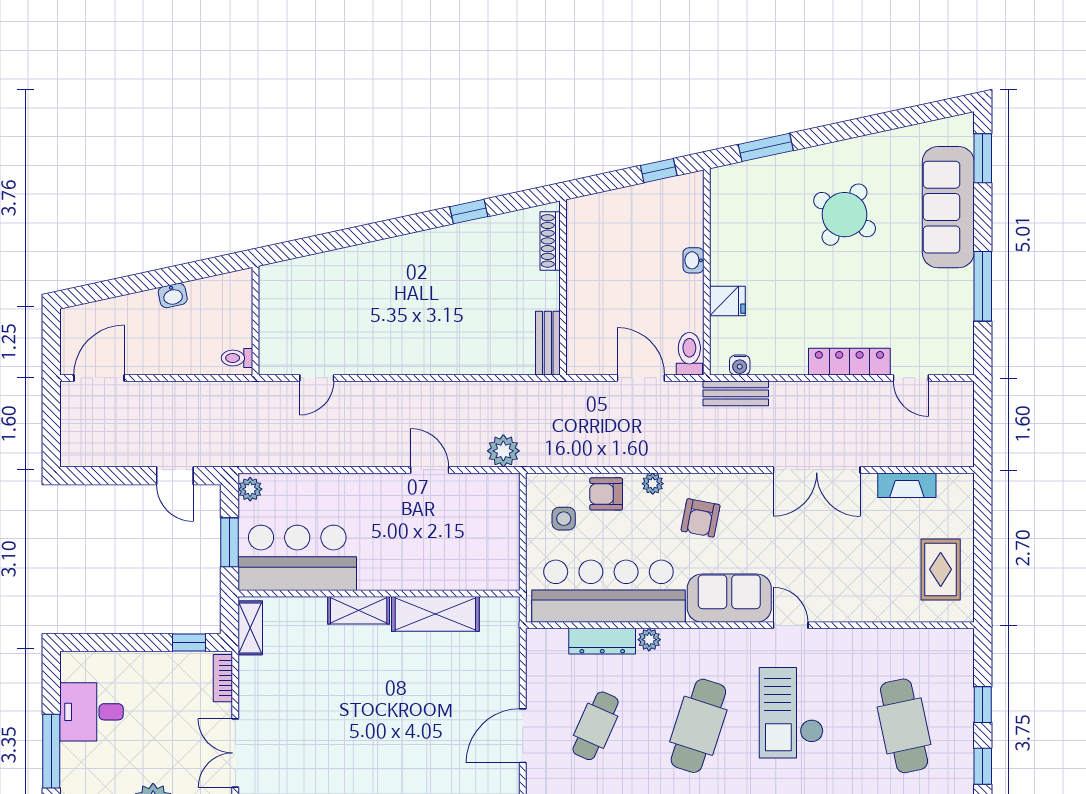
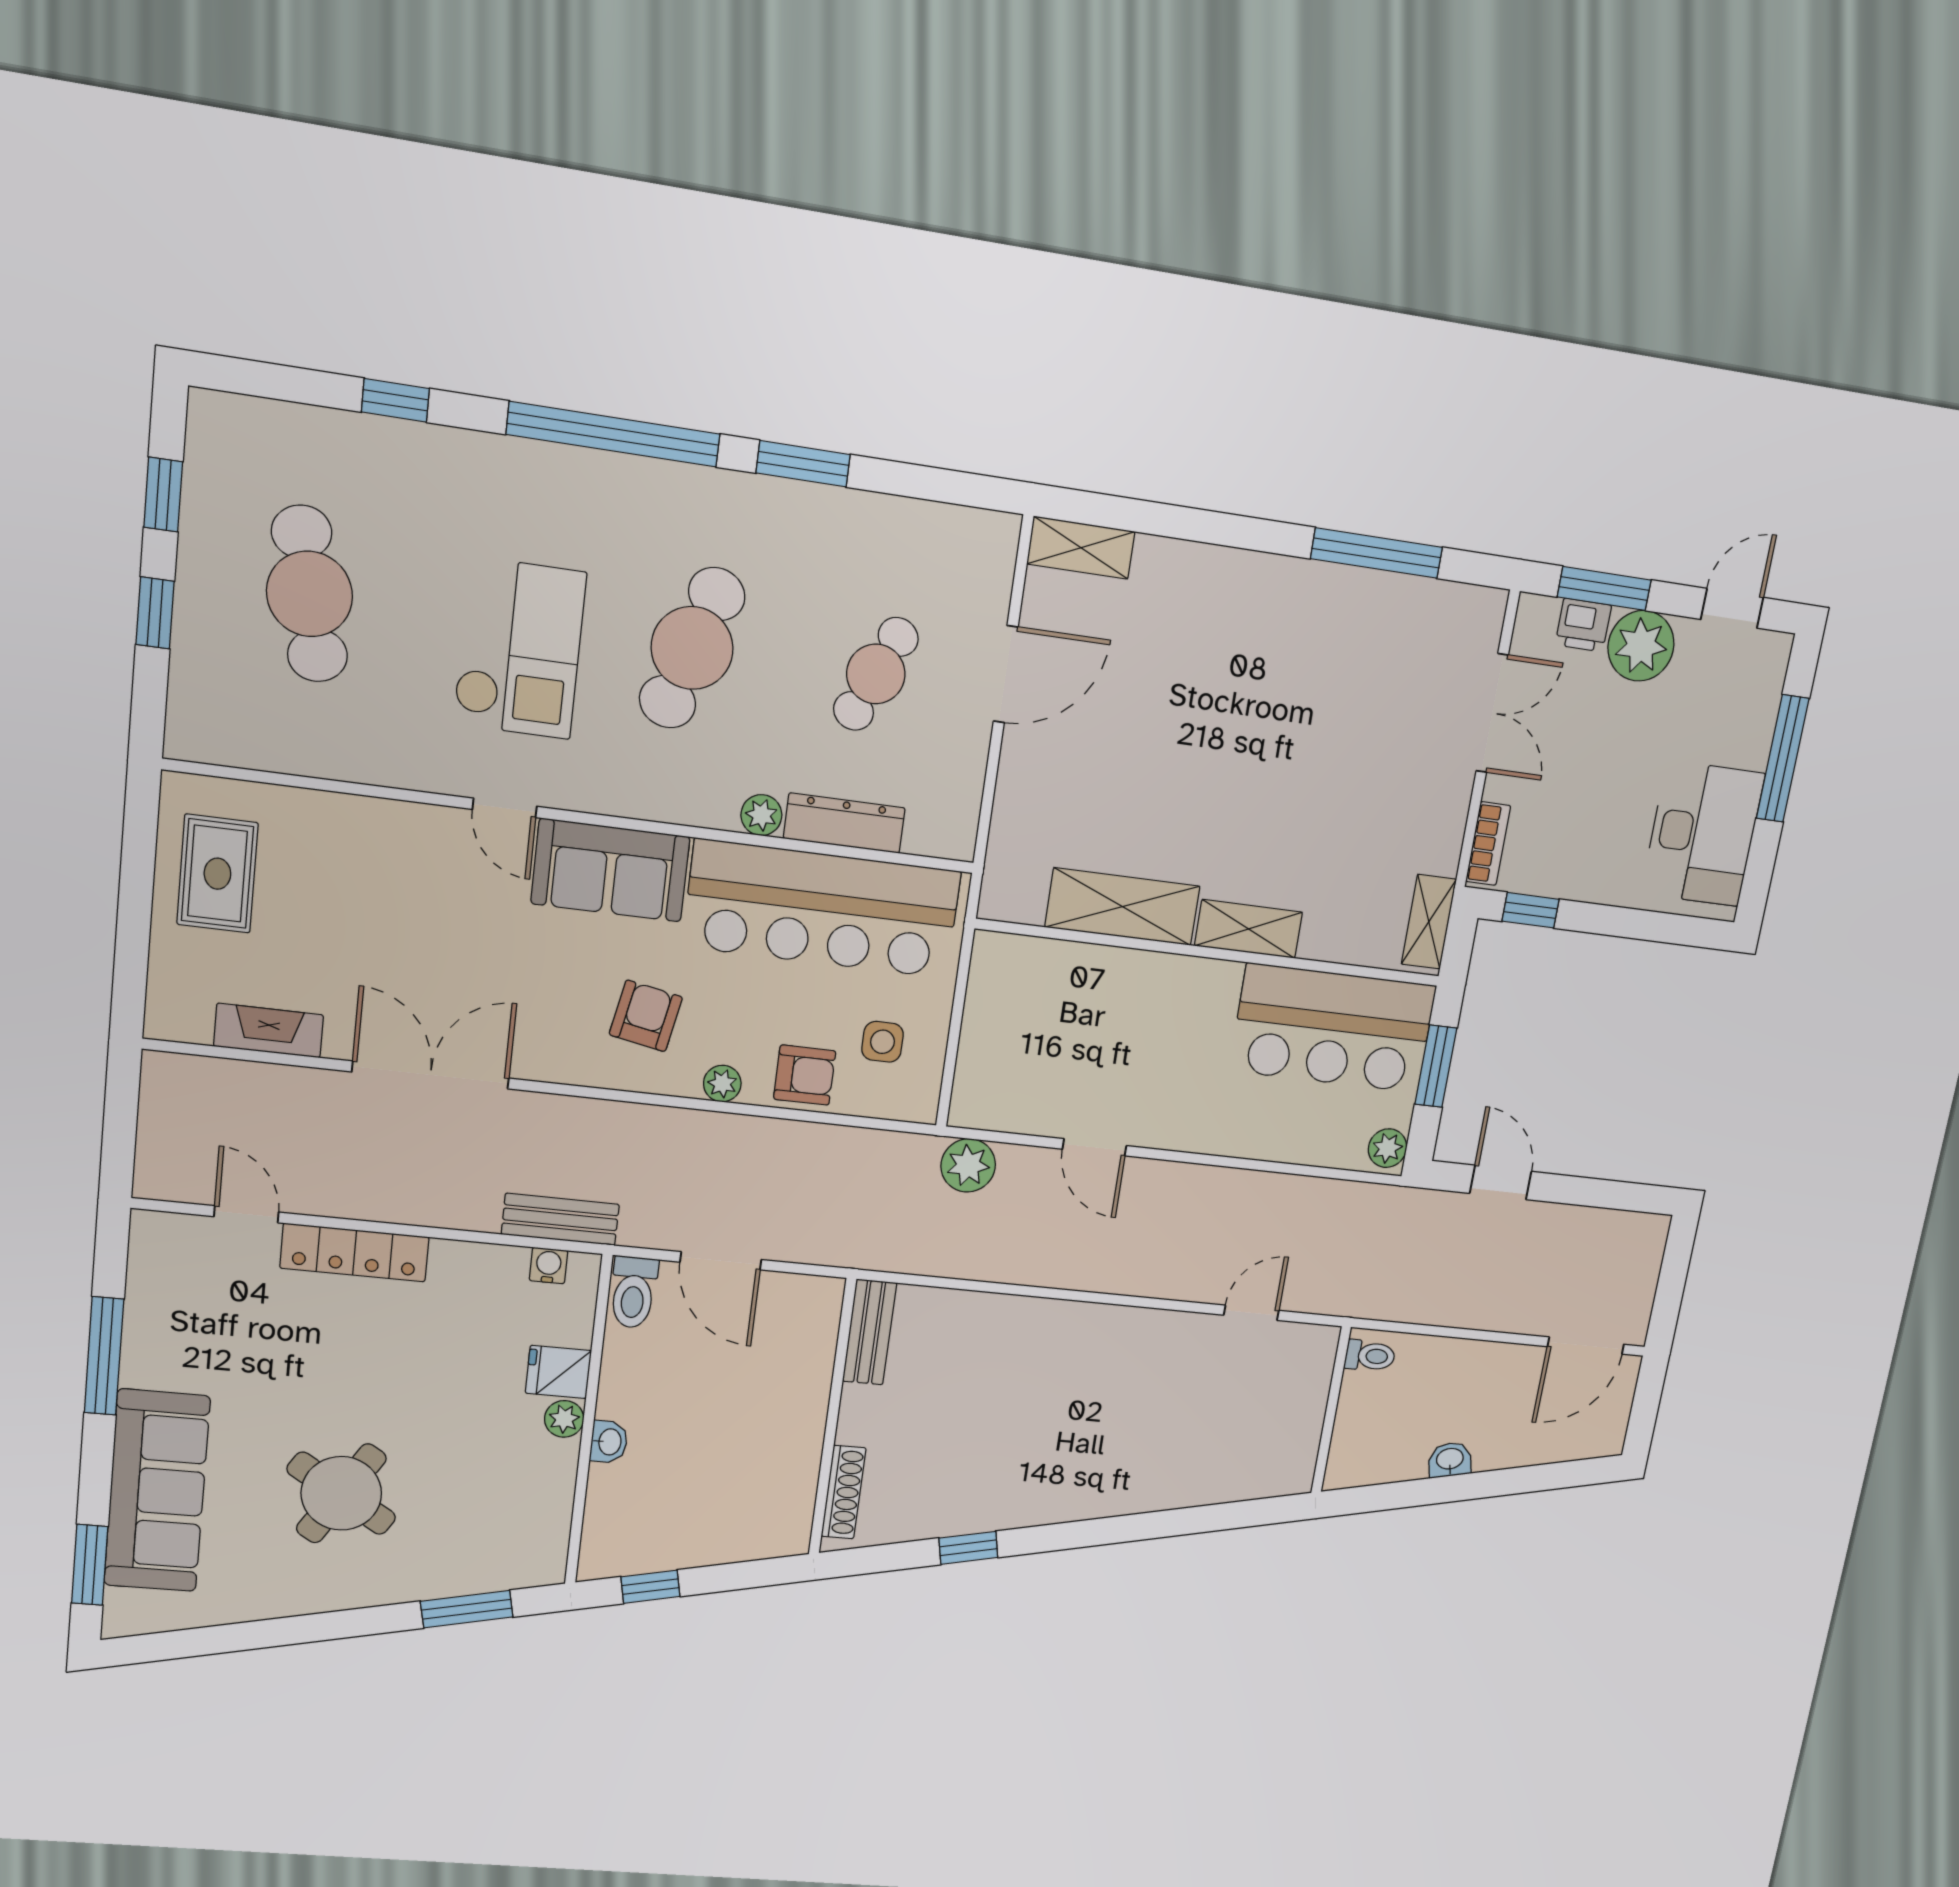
plant: (721, 272) -> (564, 1419), added
desk: (91, 712) -> (1703, 834), width x1.37

